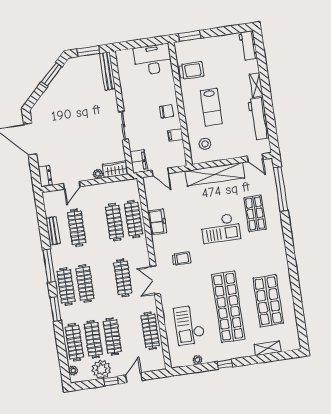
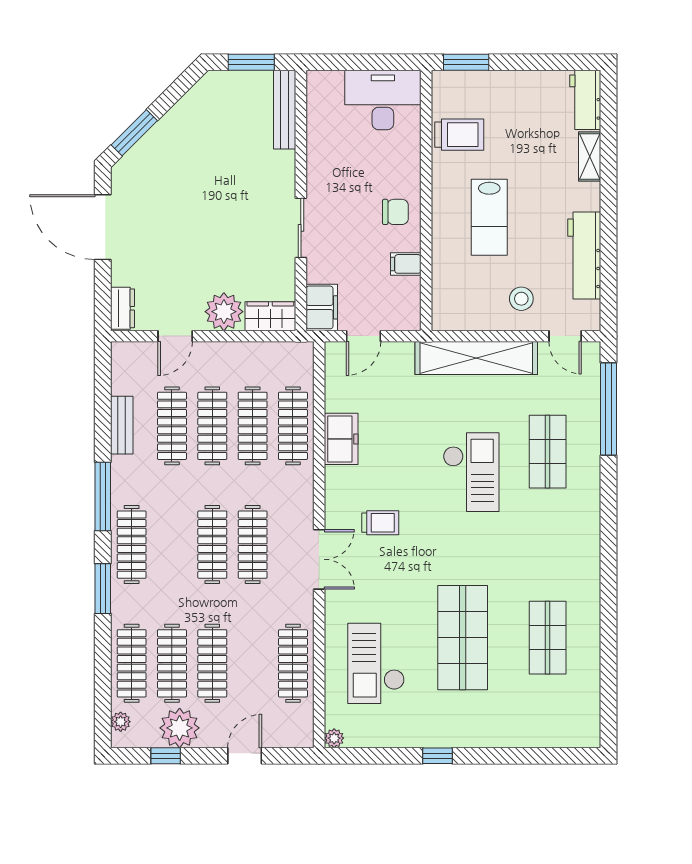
window: (52, 74) -> (134, 133), moved
shelving: (256, 85) -> (590, 156), moved
stool: (205, 144) -> (521, 299), moved
door: (160, 172) -> (364, 336), hinge flipped
plant: (98, 174) -> (224, 312), width x1.88, depth x1.88
clothes rail: (96, 225) -> (212, 426), added
checkout: (221, 228) -> (471, 472), turned -90
double door: (155, 280) -> (319, 559), swing flipped
clothes rail: (85, 284) -> (212, 545), moved
shop shelf: (268, 301) -> (548, 638), width x0.70, depth x0.74
shop shelf: (228, 307) -> (463, 638), width x0.71
shelving: (268, 348) -> (532, 736), removed
plant: (197, 360) -> (334, 738), moved
window: (111, 381) -> (166, 756), moved

